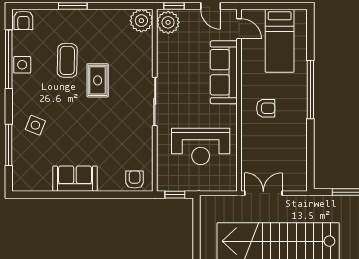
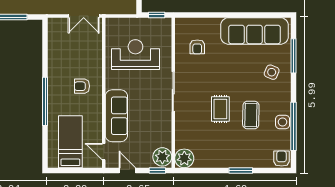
coffee table: (67, 60) -> (251, 115), moved
sofa: (75, 179) -> (254, 31), width x1.85, depth x1.27
armchair: (135, 180) -> (197, 47), moved

